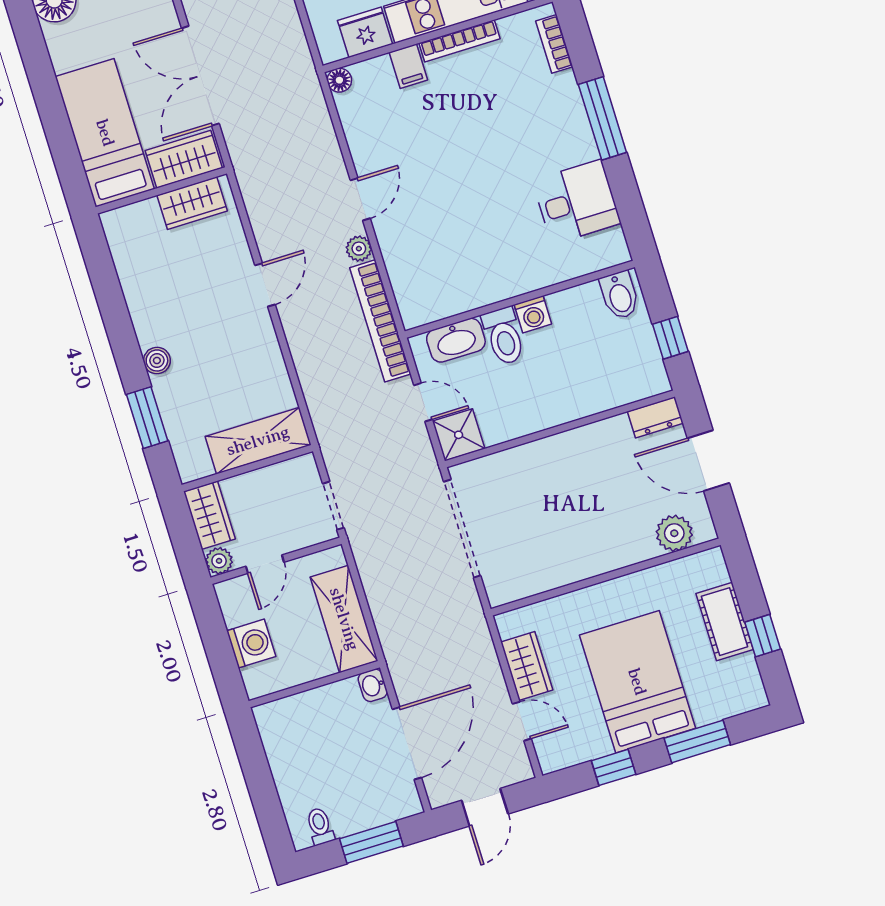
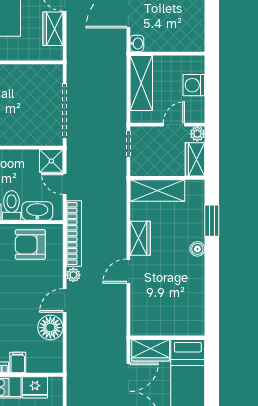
floor lamp: (339, 80) -> (50, 328), moved, width x1.89, depth x1.89
wardrobe: (192, 203) -> (140, 238), moved, turned 90
armchair: (450, 278) -> (30, 244), added

